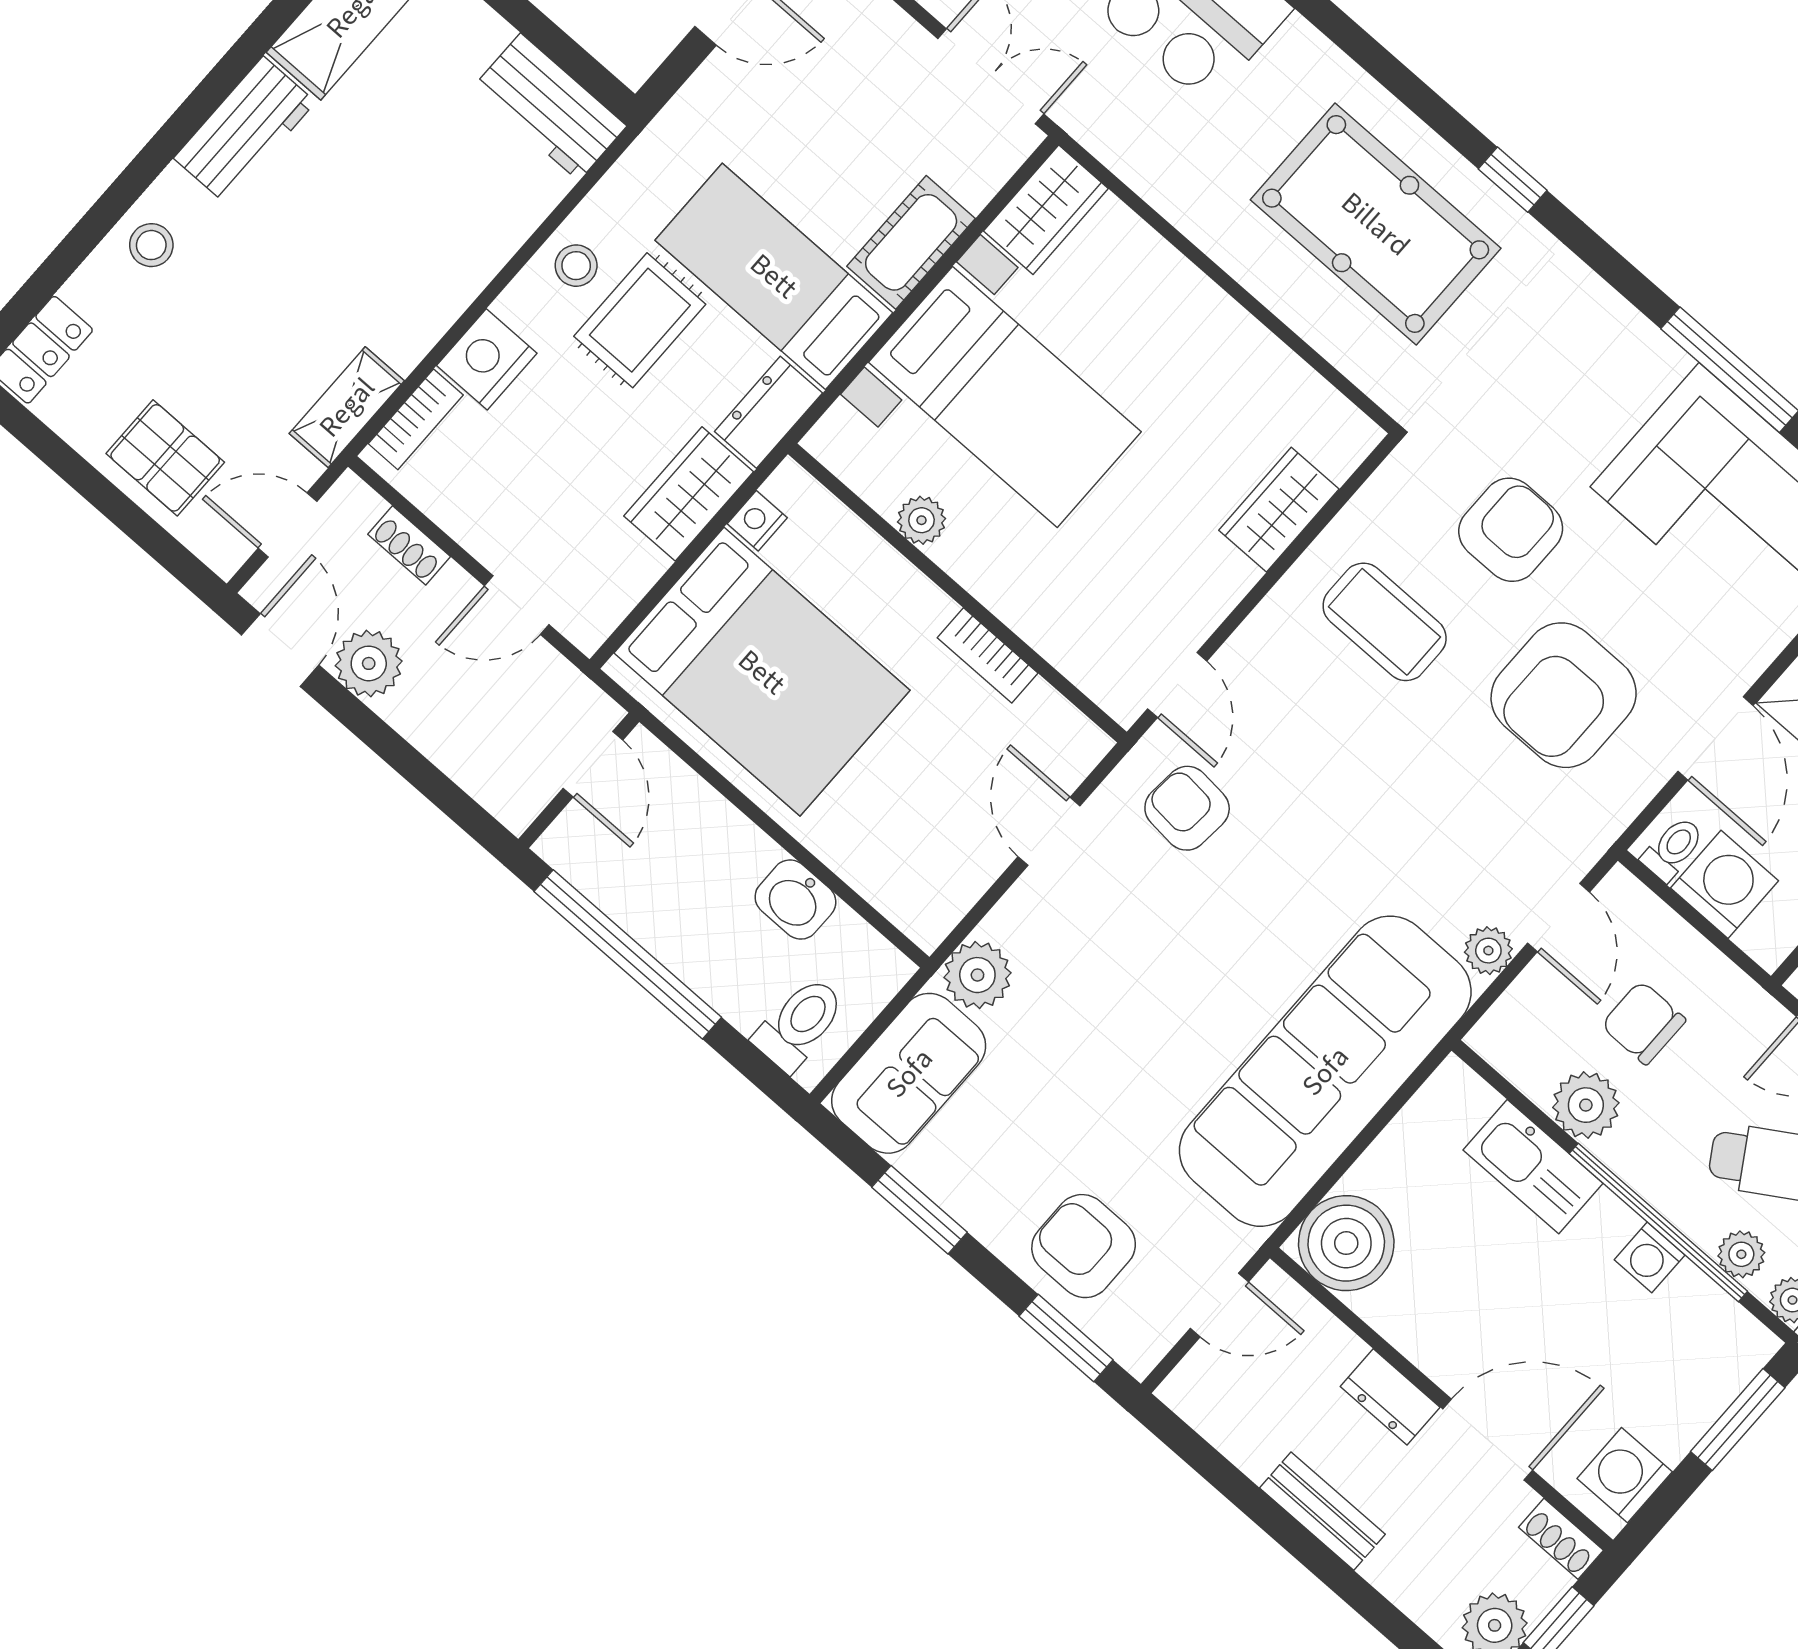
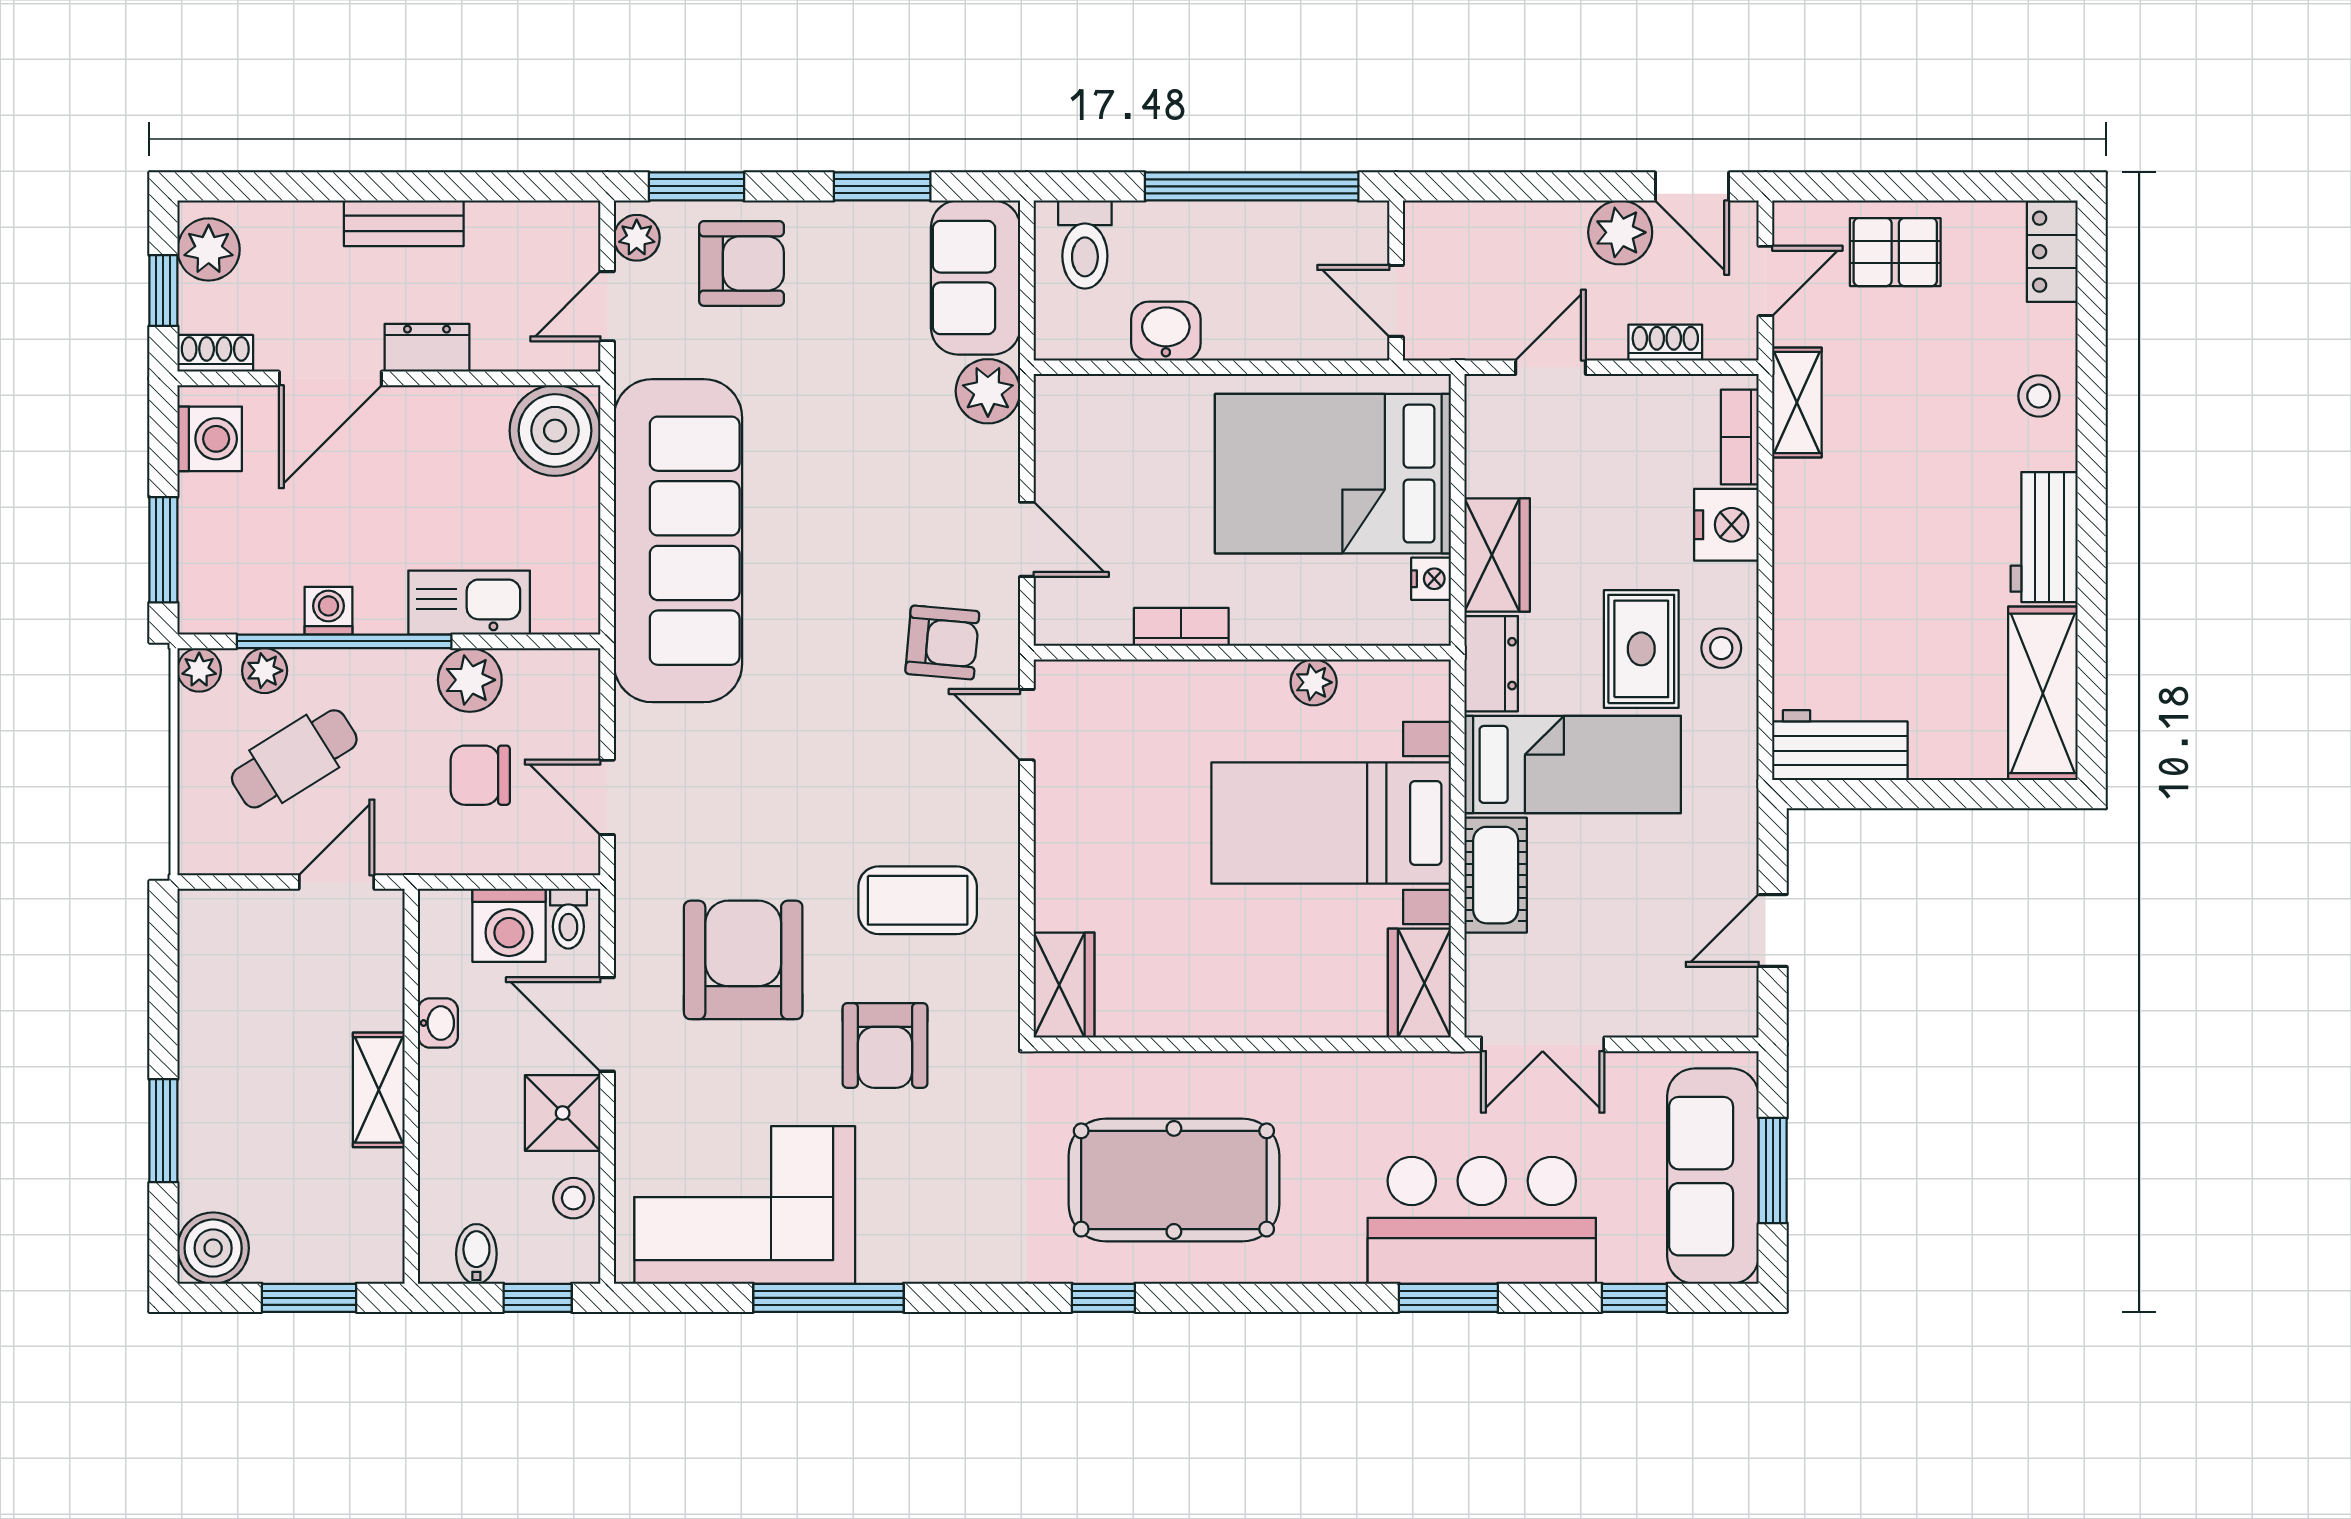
wardrobe: (1279, 510) -> (1064, 985), moved
plant: (1488, 951) -> (637, 238), moved
chair: (1643, 1023) -> (480, 775), turned 180

